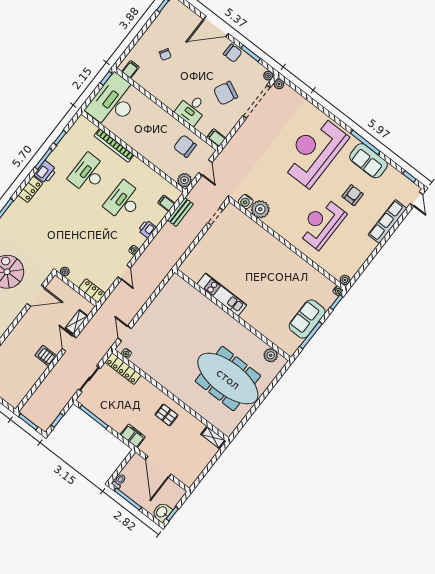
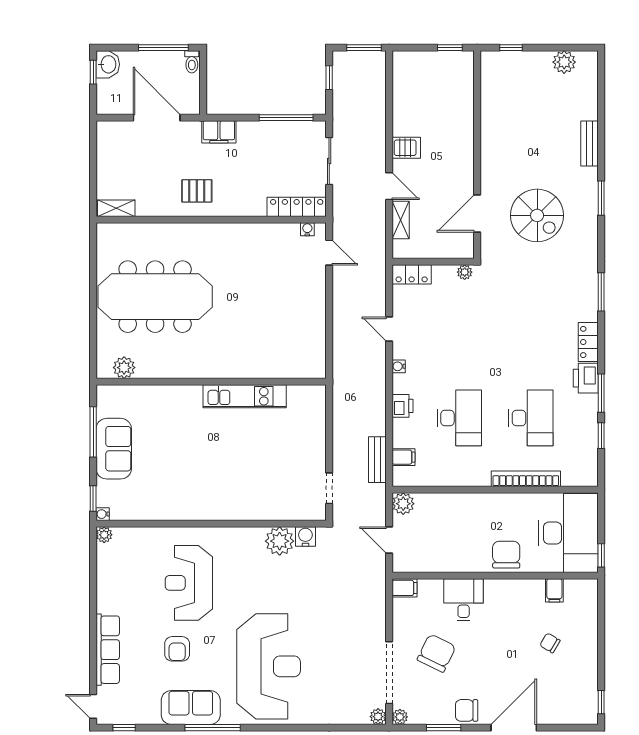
filing cabinet: (131, 69) -> (554, 590), moved
chair: (185, 146) -> (506, 555), moved, turned -90
reception desk: (321, 223) -> (189, 583), turned 180

